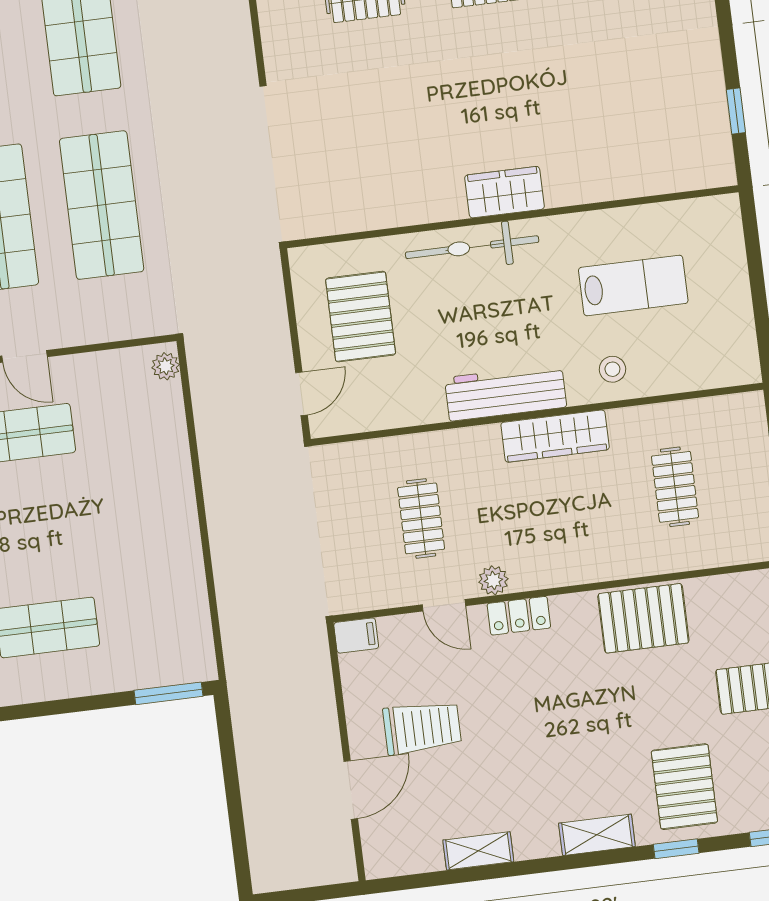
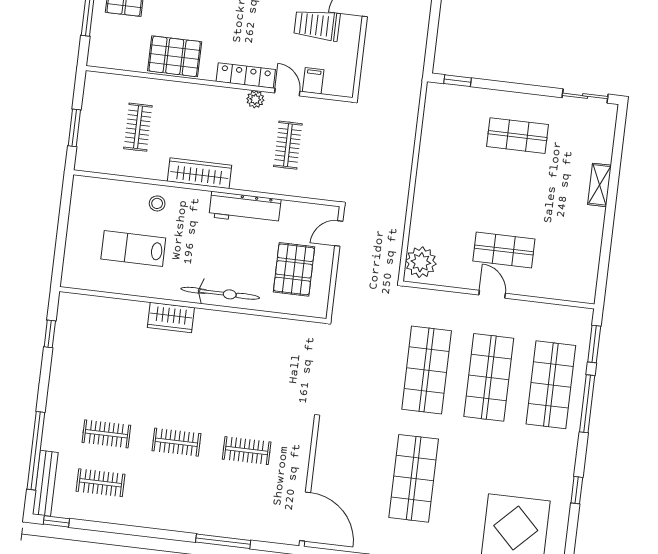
wardrobe: (504, 192) -> (171, 317), moved
plant: (166, 366) -> (421, 262), width x1.87, depth x1.87
workbench: (506, 392) -> (245, 208), moved
locker: (519, 616) -> (246, 75), width x1.53
filing cabinet: (356, 636) -> (313, 81), moved, turned 90
window: (168, 693) -> (457, 81), width x0.67

